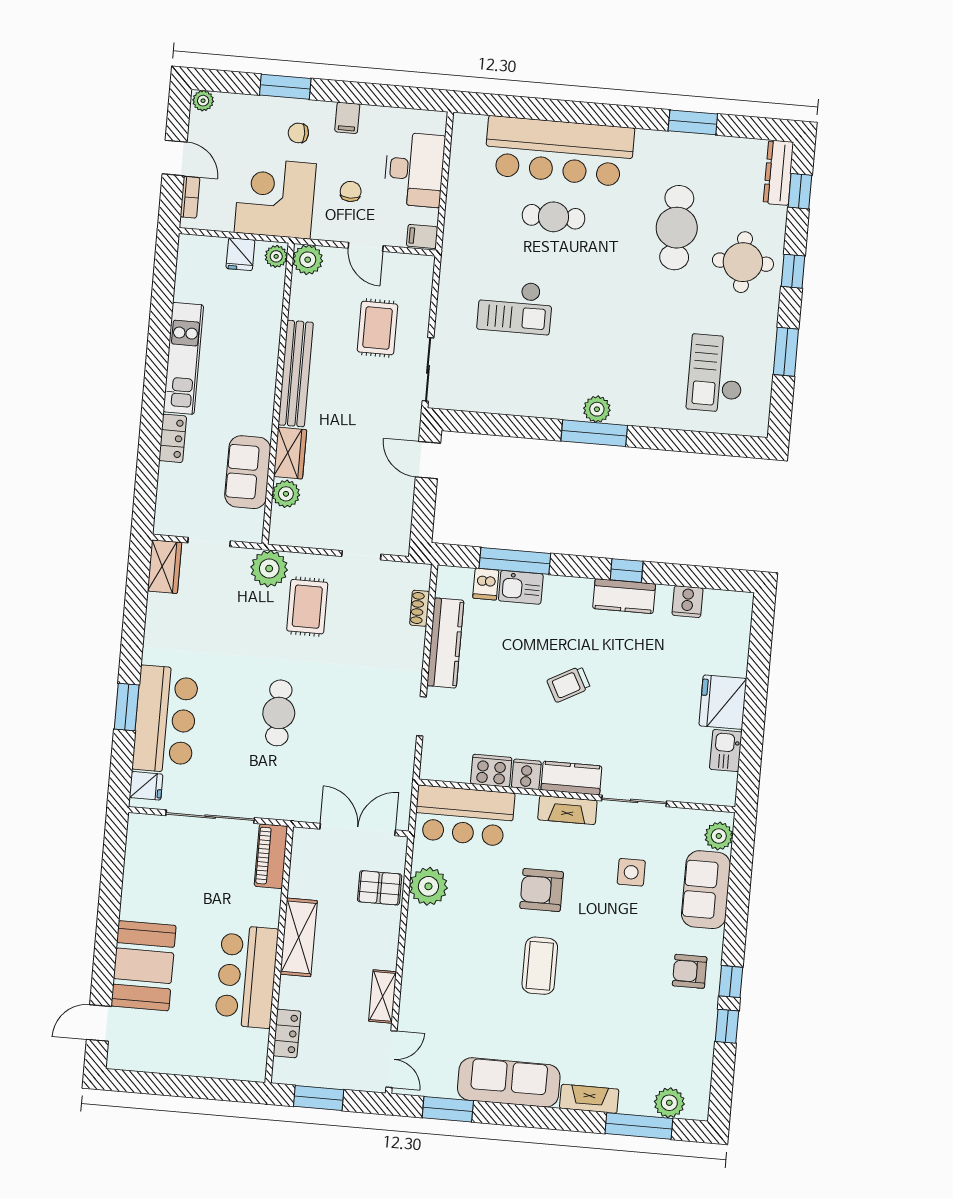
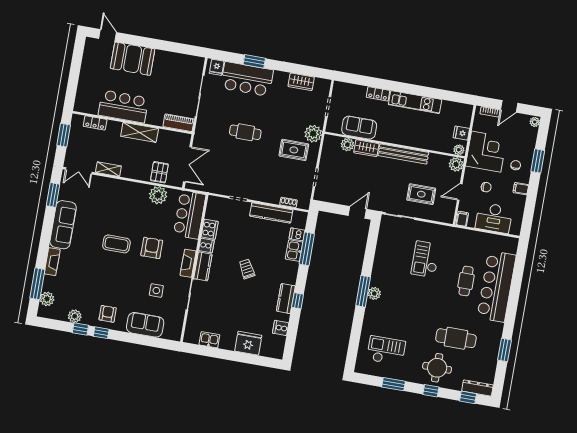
wardrobe: (164, 567) -> (301, 82), moved
fridge: (723, 702) -> (248, 343), moved
plant: (719, 836) -> (75, 316), moved

